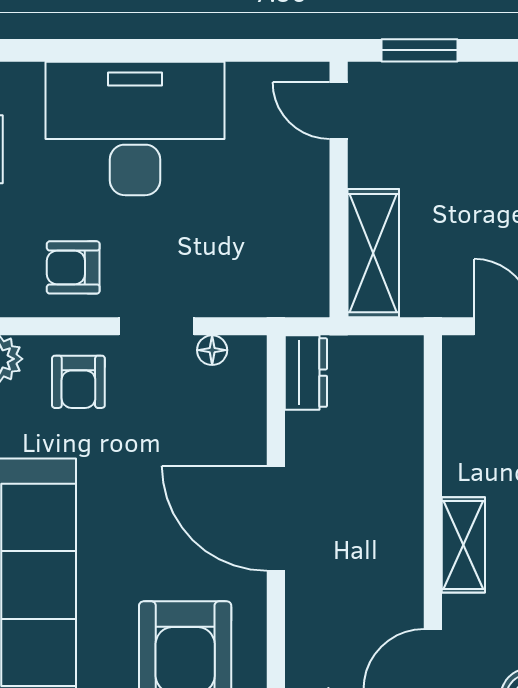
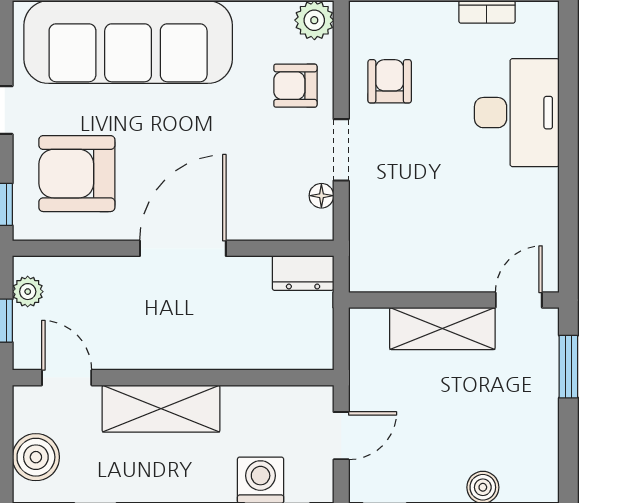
desk: (135, 128) -> (517, 113), width x0.73, depth x0.77
shelving: (373, 253) -> (442, 329), moved
shelving: (463, 545) -> (161, 409), width x1.50, depth x1.33

